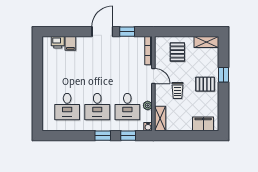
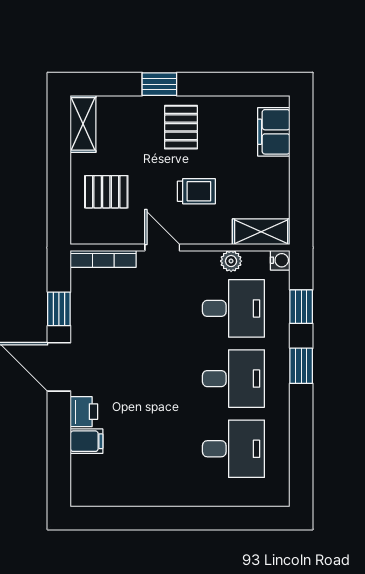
printer: (58, 42) -> (84, 412), moved
door: (153, 76) -> (162, 248), hinge flipped

